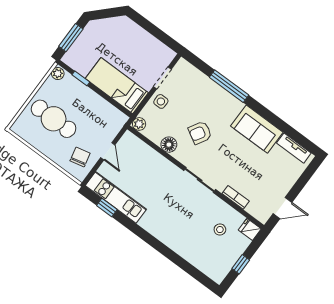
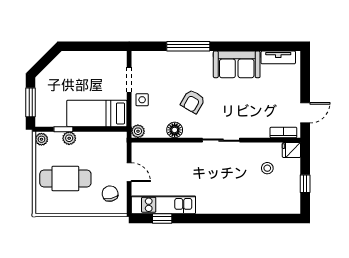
plant: (80, 89) -> (69, 138), added
bookcase: (236, 197) -> (283, 132), moved

